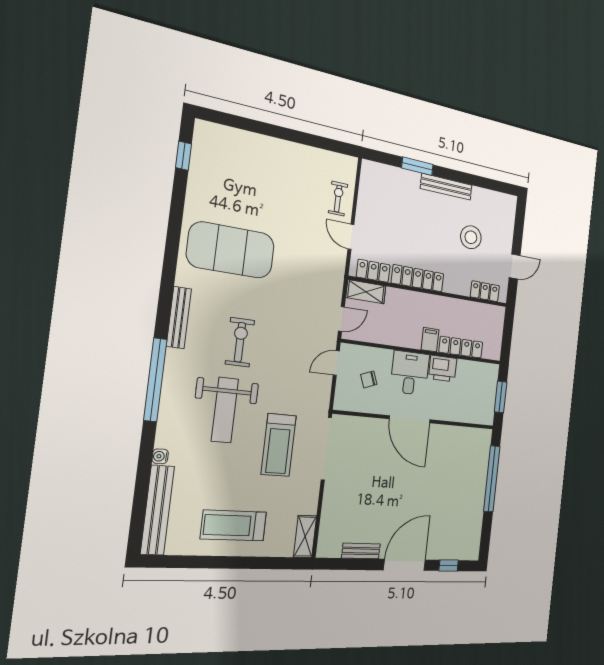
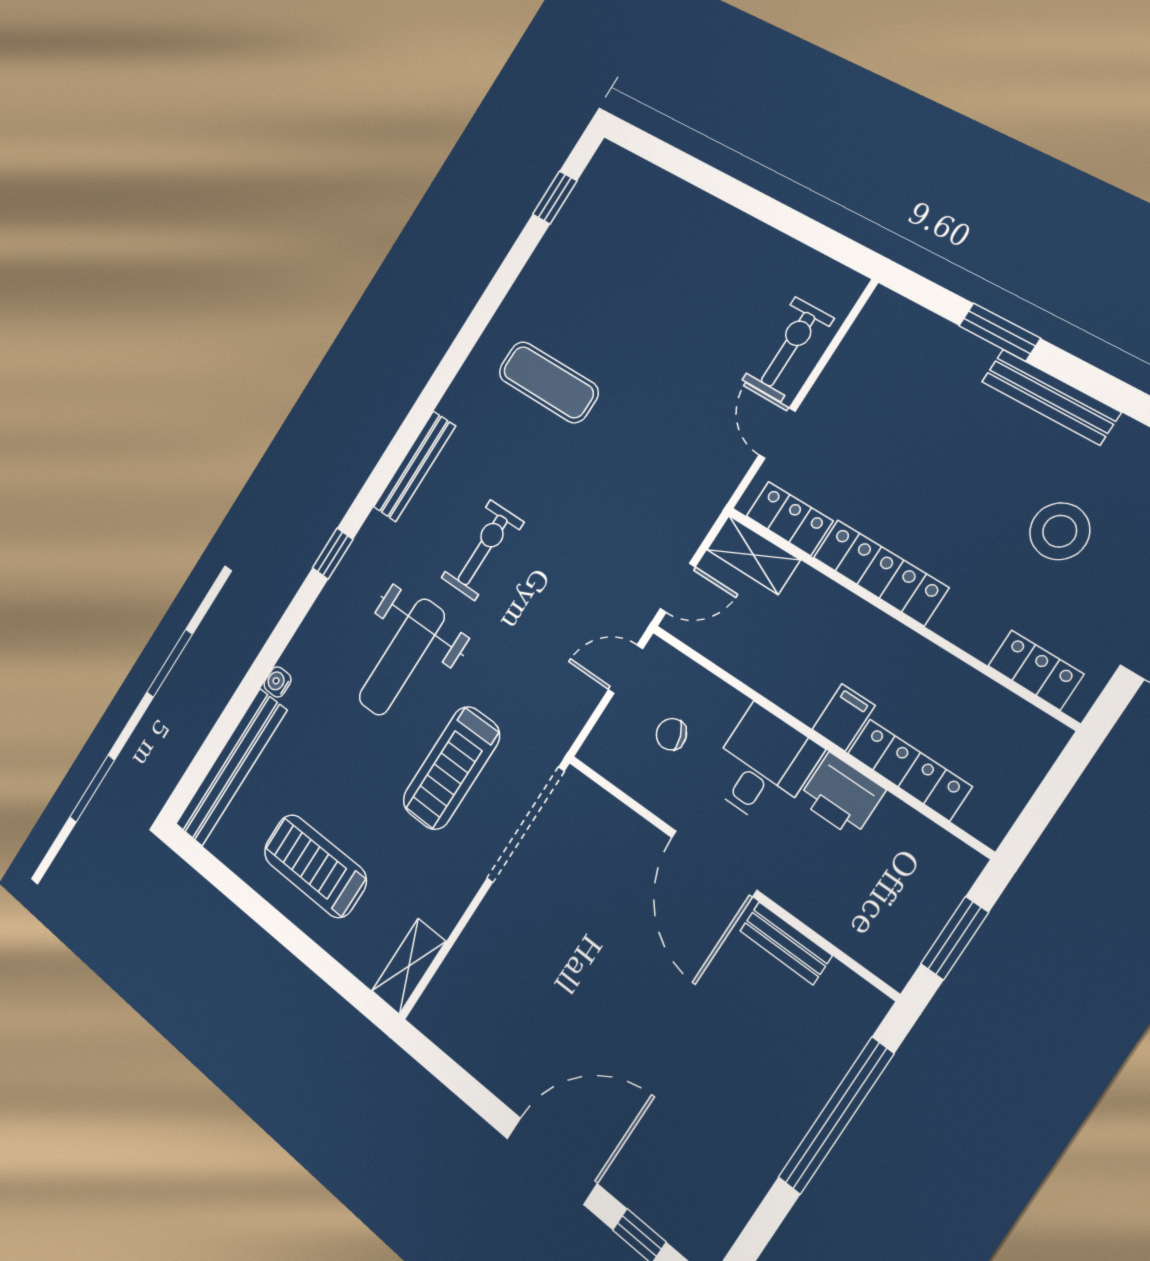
exercise bike: (338, 199) -> (788, 349), width x1.38, depth x1.39
exercise mat: (231, 250) -> (548, 382), width x0.50, depth x0.69
window: (155, 380) -> (333, 554), width x0.32
bench: (361, 551) -> (786, 943), moved

